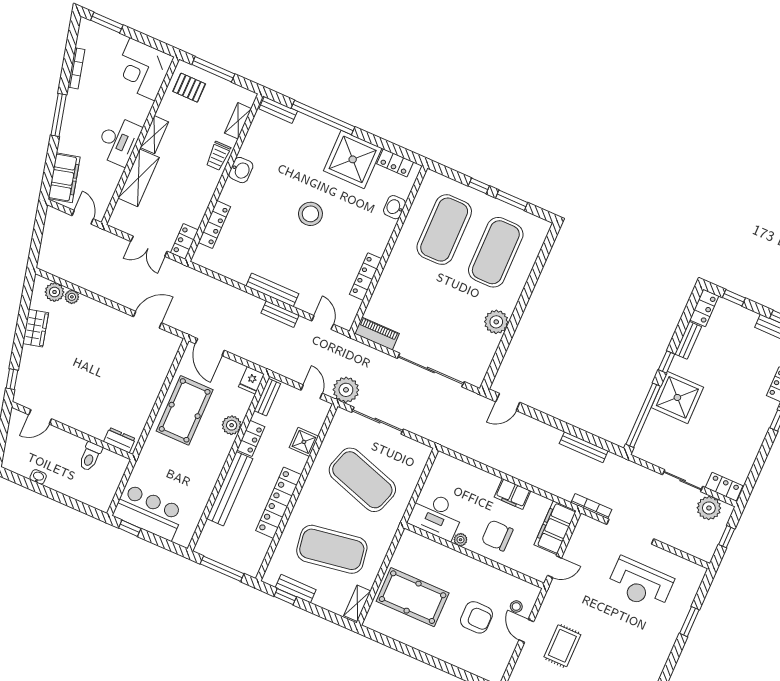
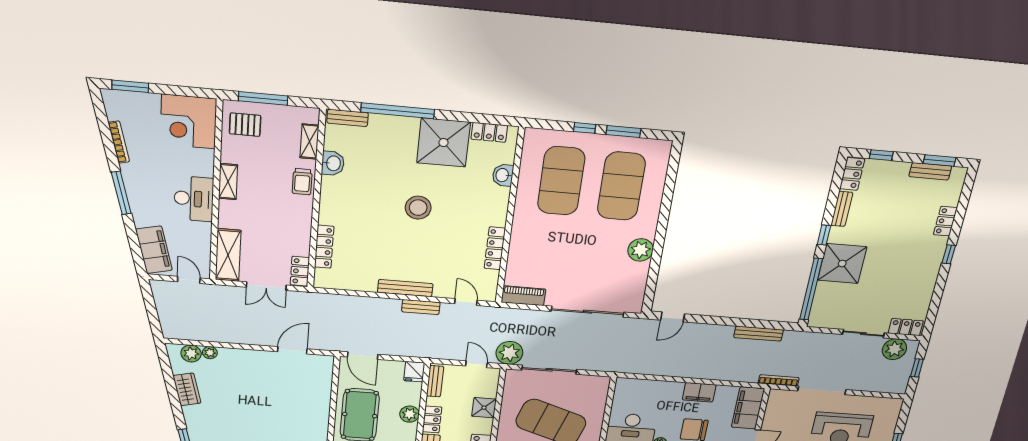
washbasin: (241, 170) -> (333, 163), moved
shelving: (139, 178) -> (228, 255), moved

